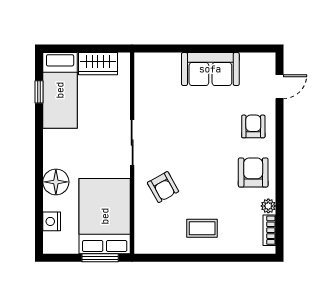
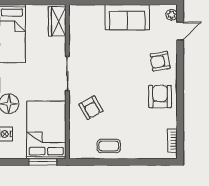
wardrobe: (98, 64) -> (57, 21), moved, turned 90
armchair: (253, 126) -> (160, 61), turned -100
plant: (268, 206) -> (172, 15), moved
coffee table: (202, 228) -> (109, 146), moved

